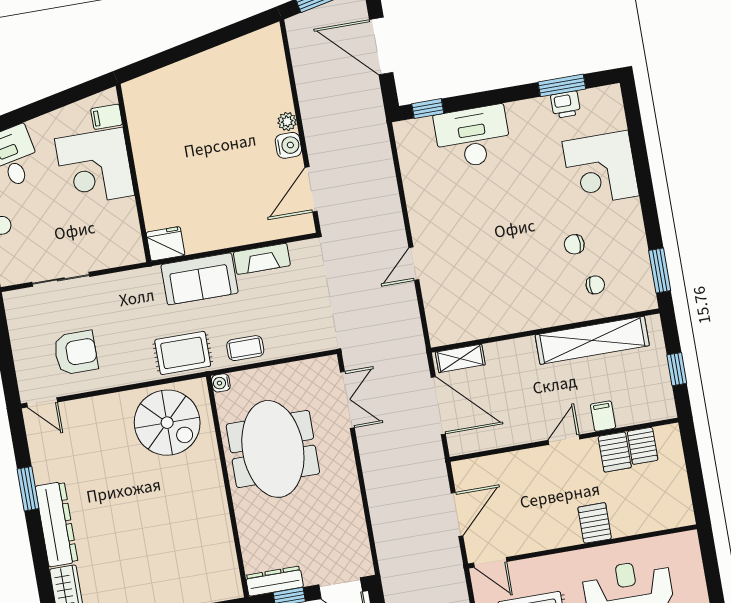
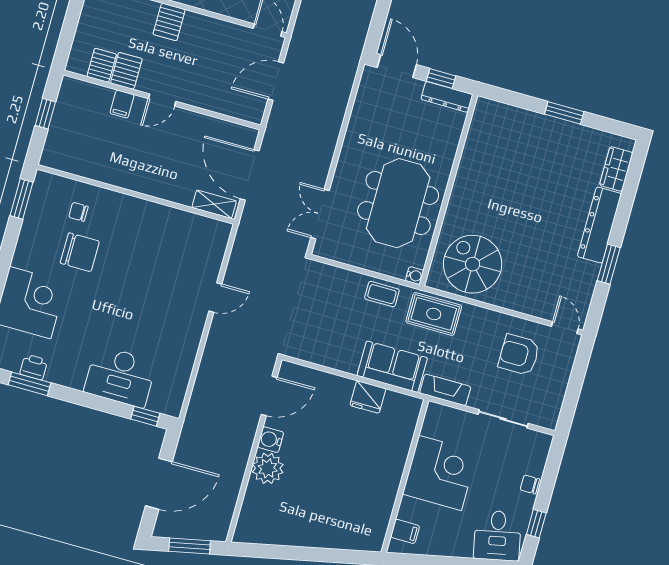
door: (381, 46) -> (159, 484), hinge flipped
plant: (287, 121) -> (268, 468), width x1.87, depth x1.87
corner desk: (95, 167) -> (440, 473), moved
fridge: (166, 244) -> (368, 397), moved
chair: (574, 244) -> (80, 252), width x1.87, depth x1.87
fireplace: (262, 259) -> (445, 390), moved
shelving: (592, 340) -> (102, 169), removed

